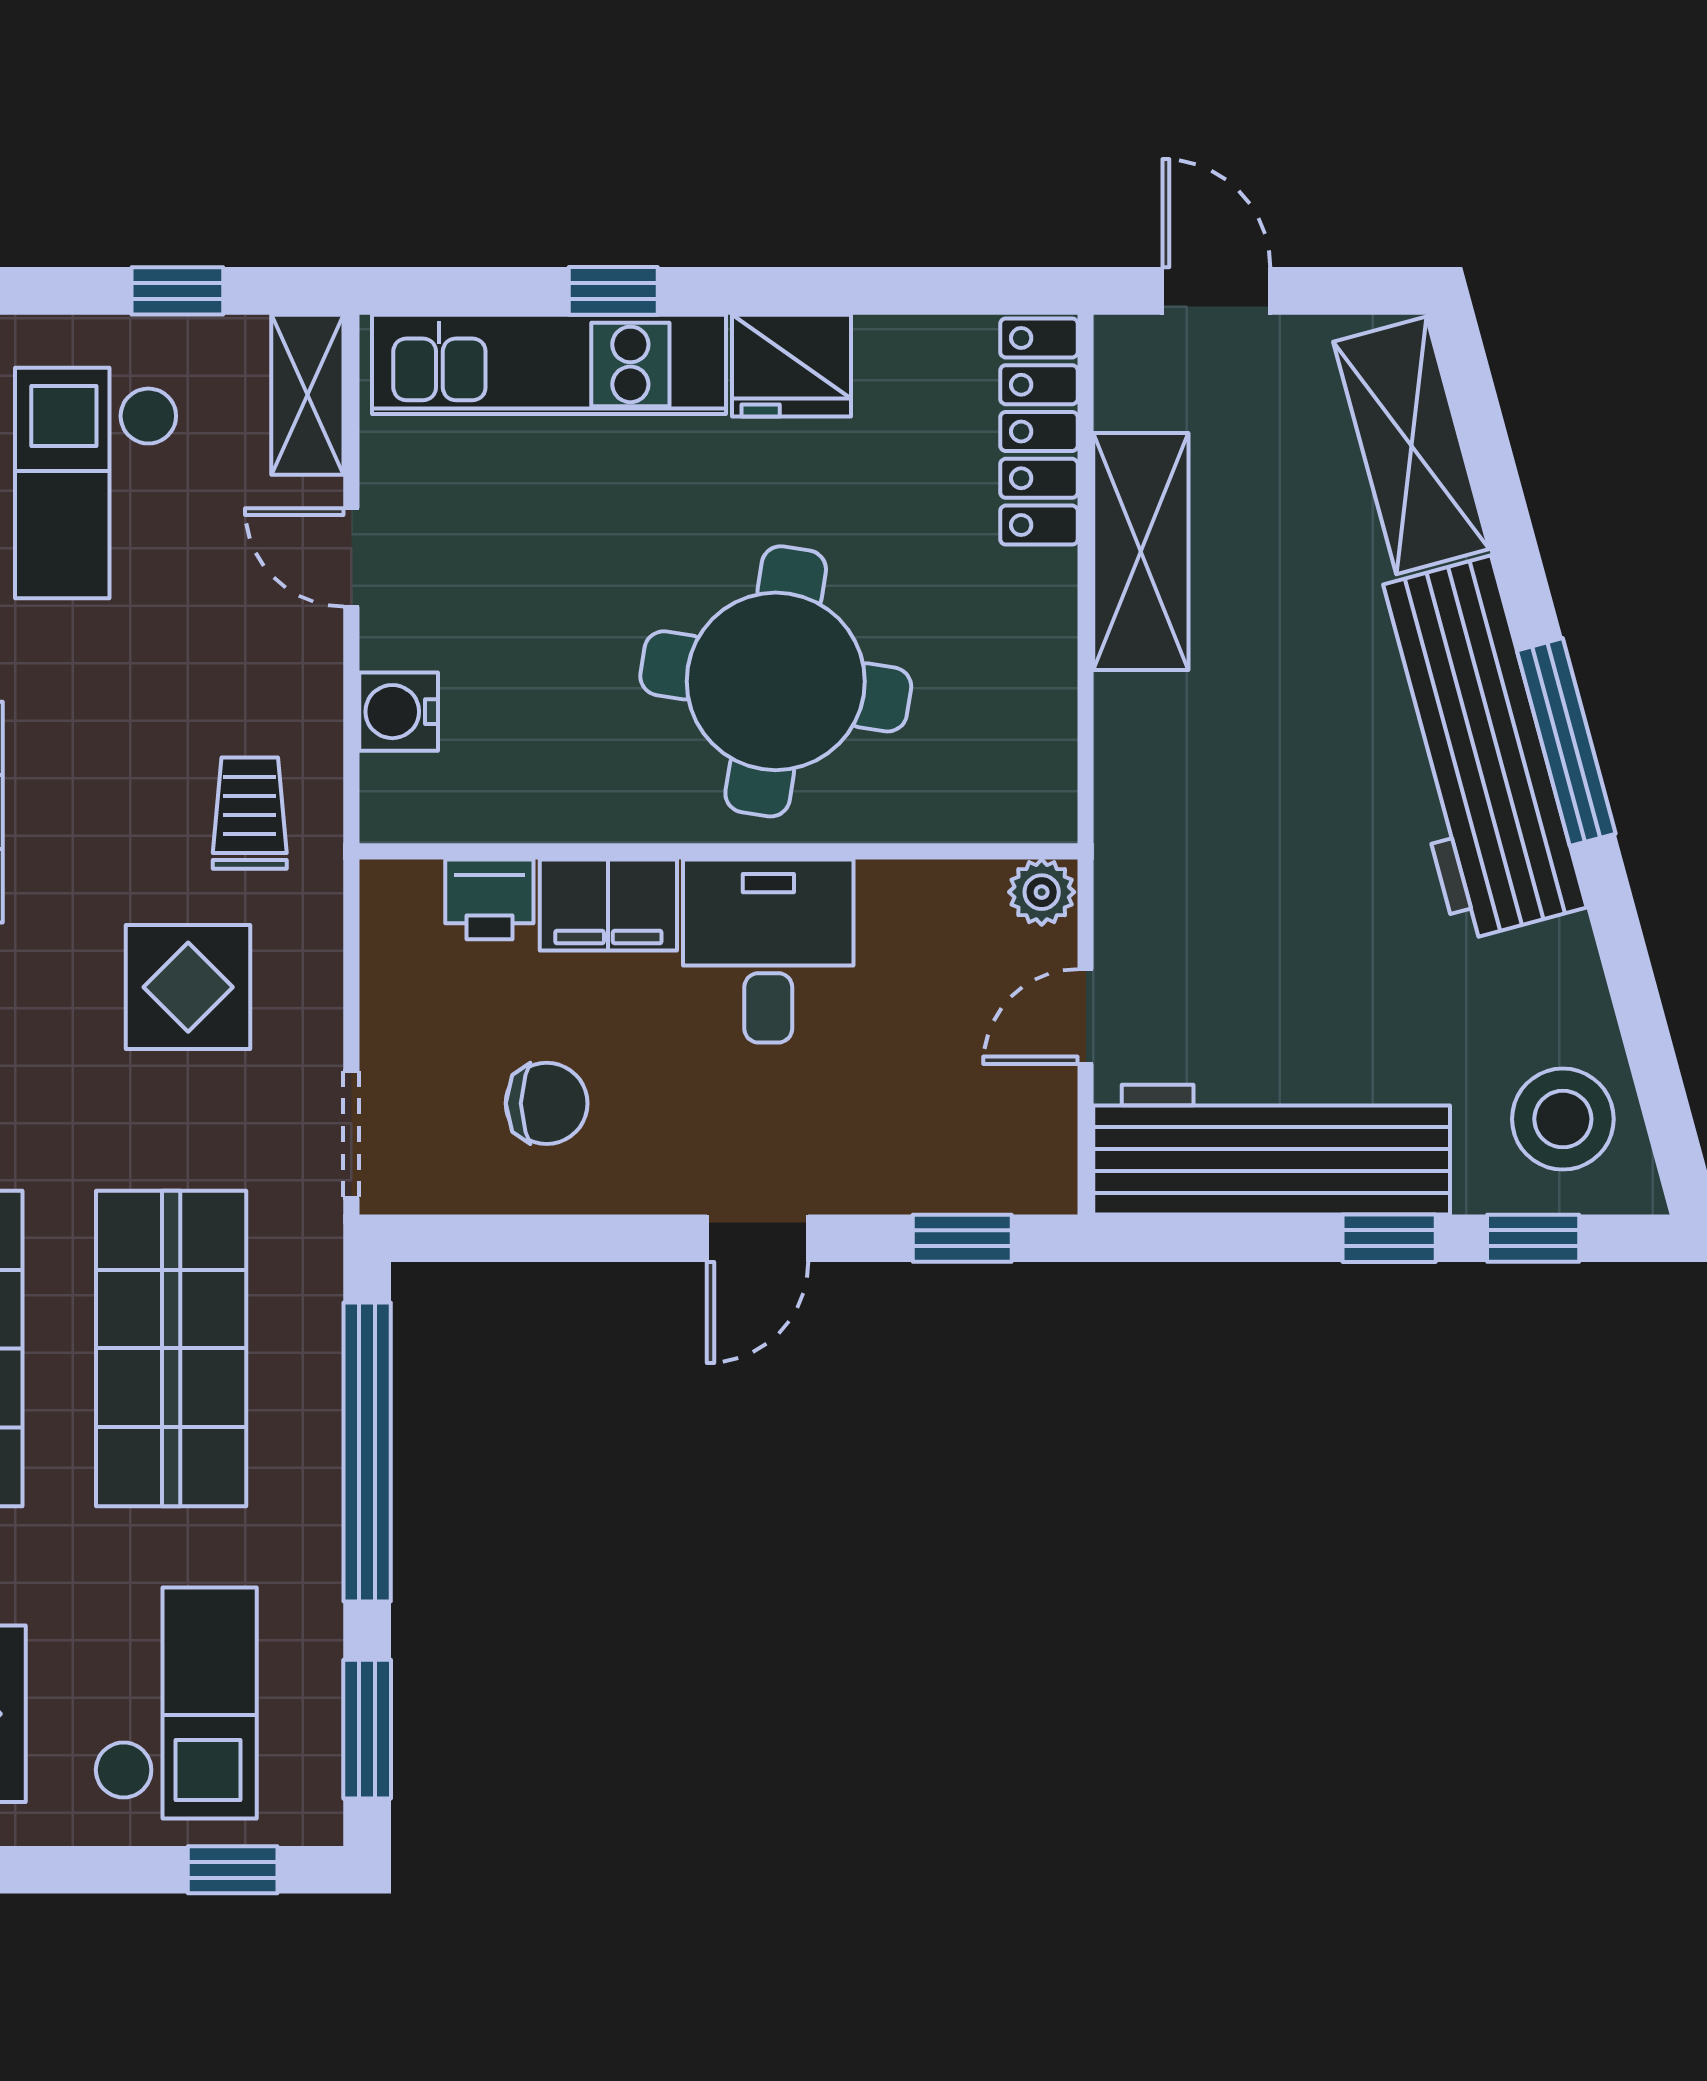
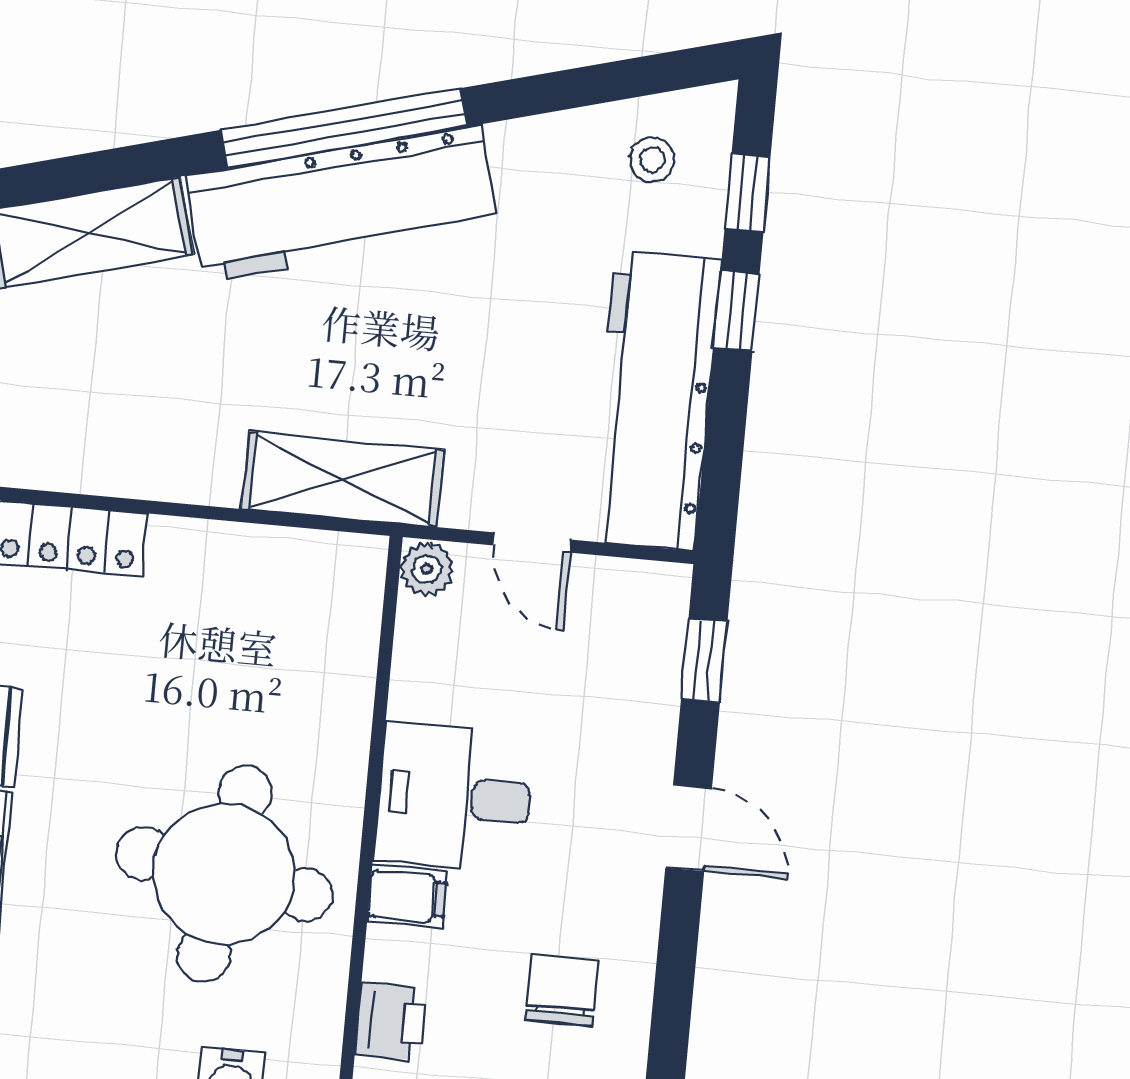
shelving: (1141, 551) -> (343, 479), moved
round table: (776, 681) -> (224, 874), moved
window: (1566, 742) -> (344, 128), width x1.46
filing cabinet: (608, 905) -> (407, 897), width x0.50
stool: (1563, 1119) -> (652, 160), width x0.53, depth x0.53

